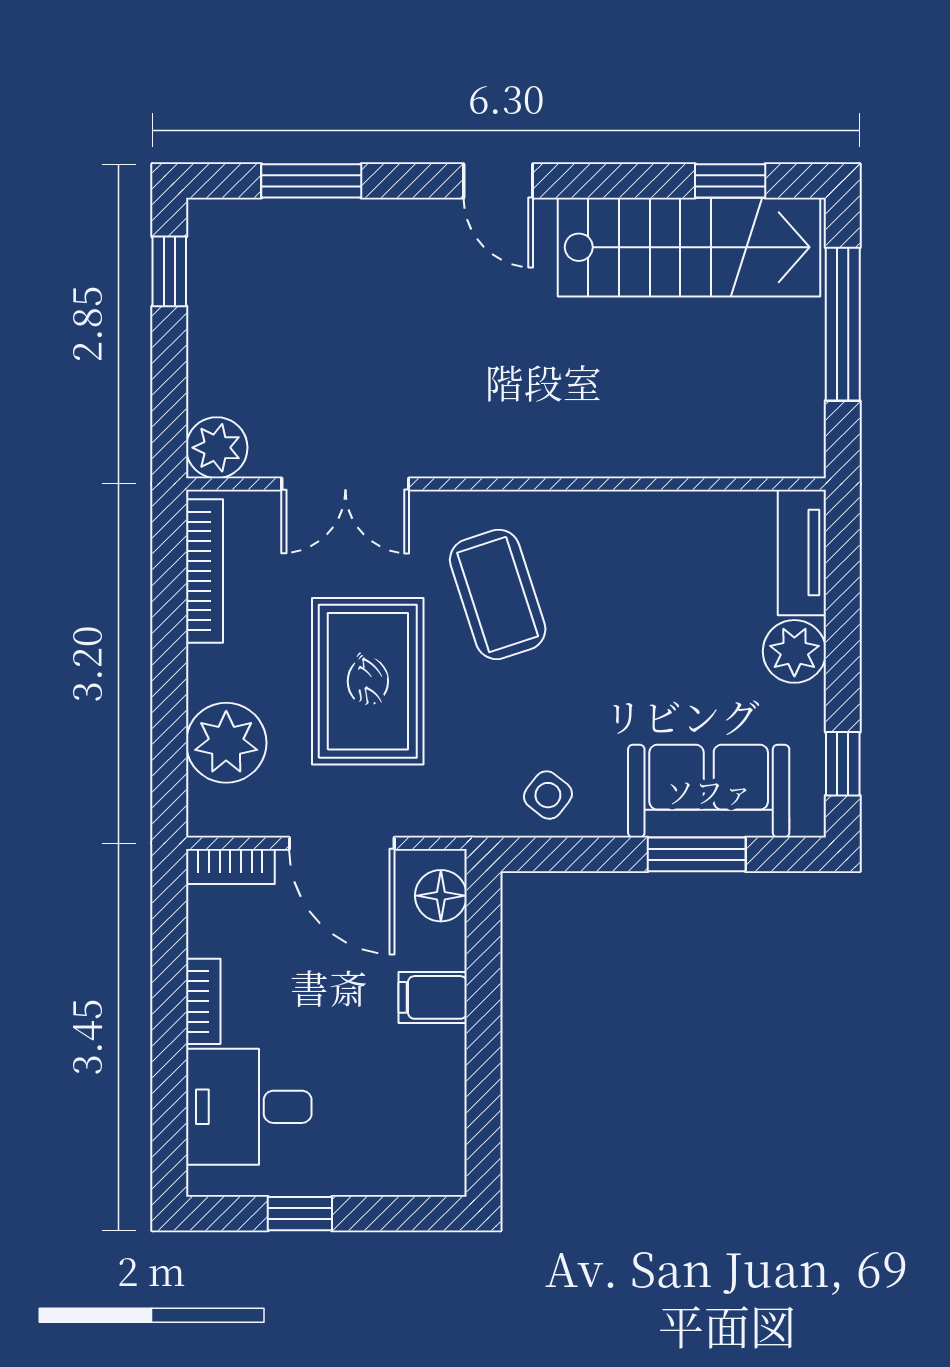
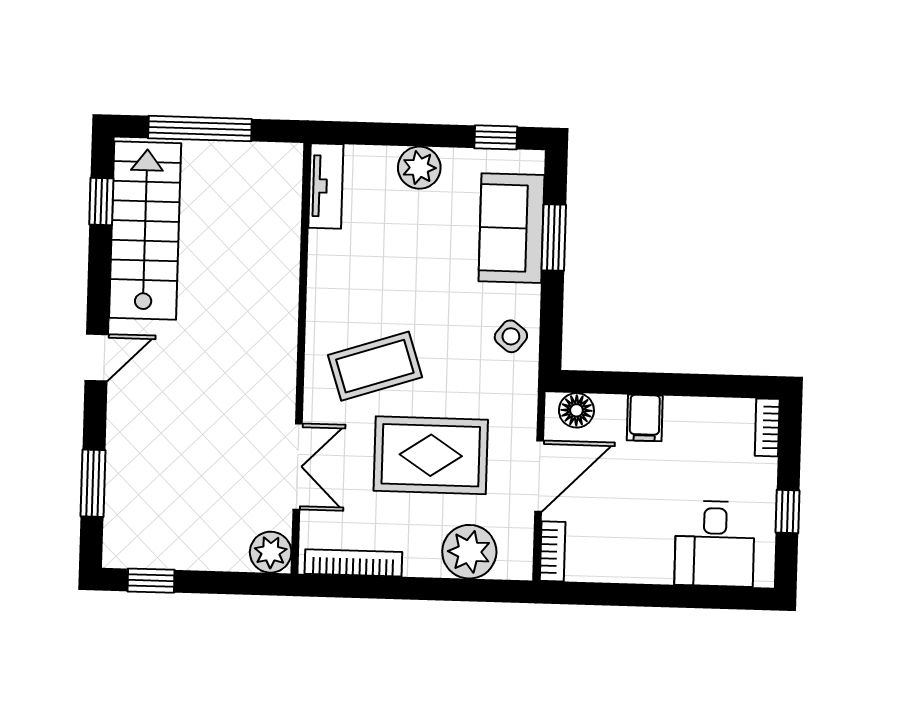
tv unit: (802, 553) -> (326, 186), moved, turned -90
bookcase: (203, 1001) -> (767, 427), moved, turned -90

